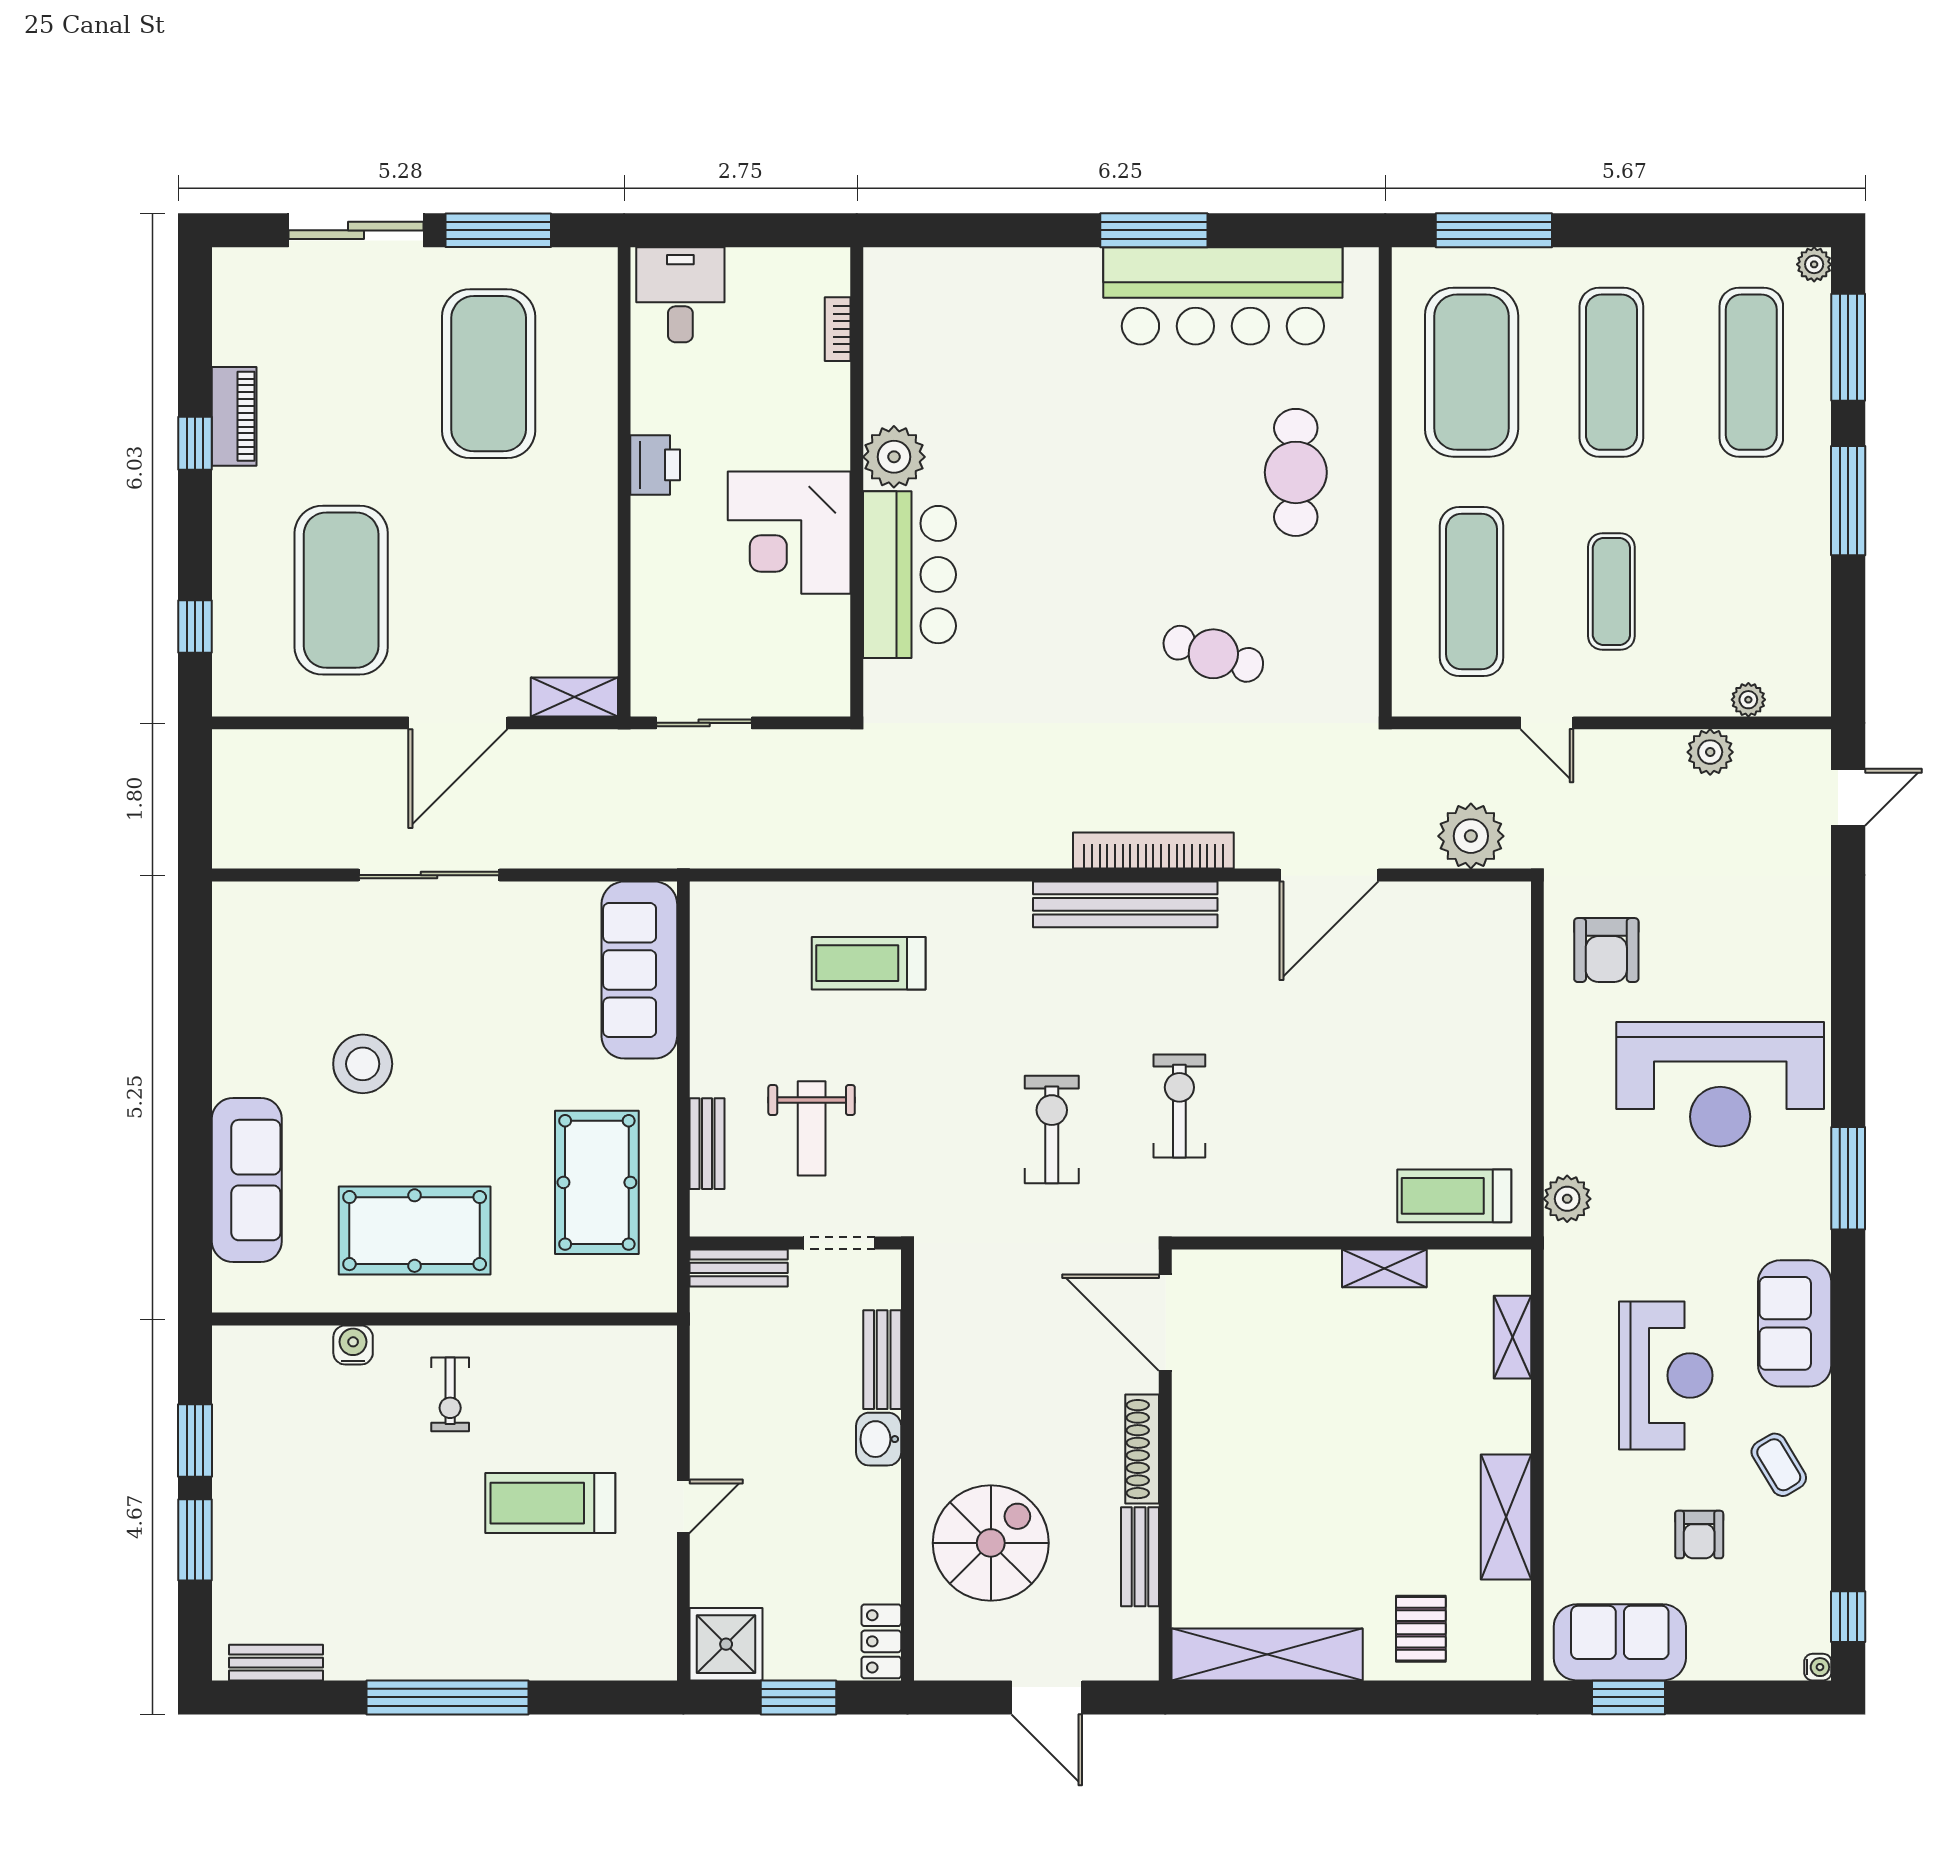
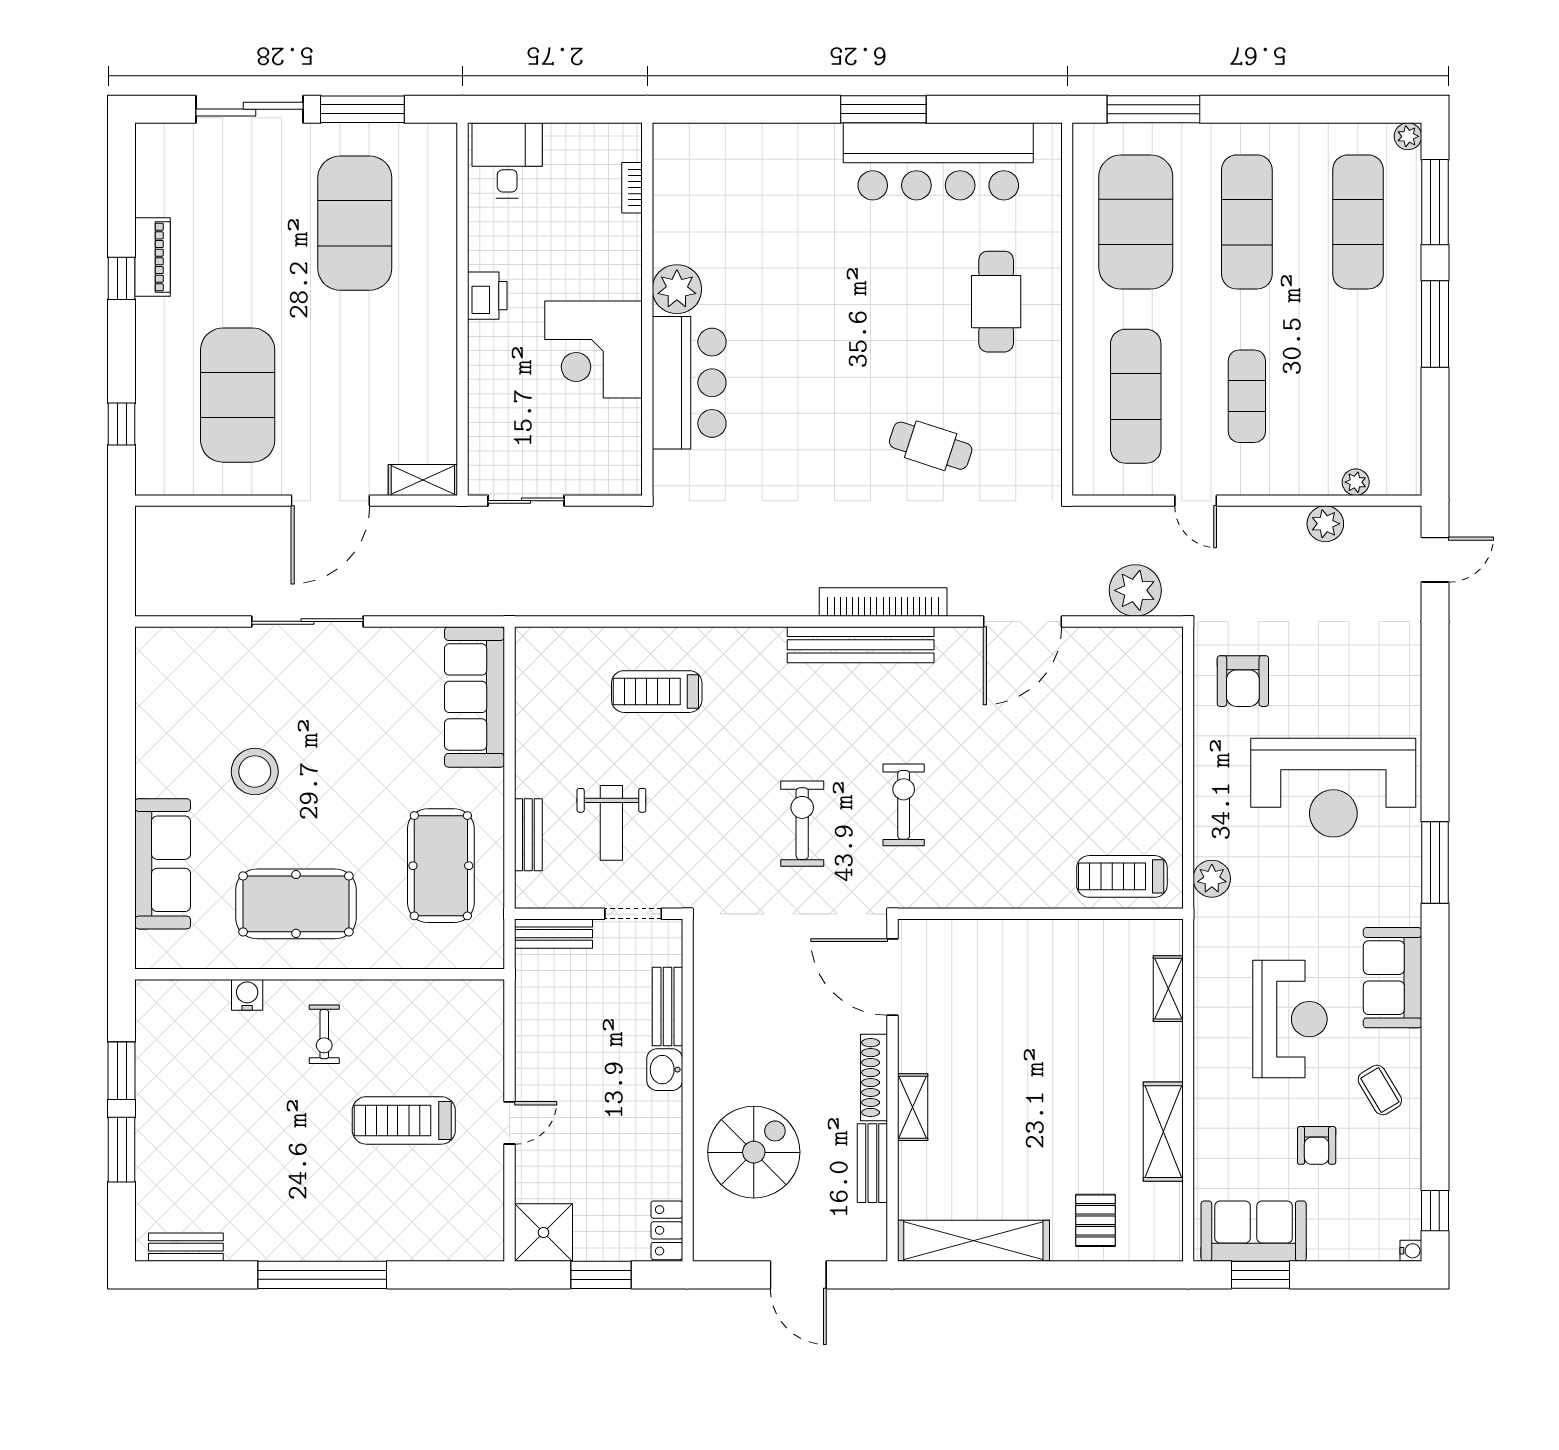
shelving: (1384, 1268) -> (913, 1107), moved, turned 90

